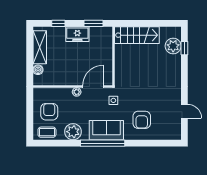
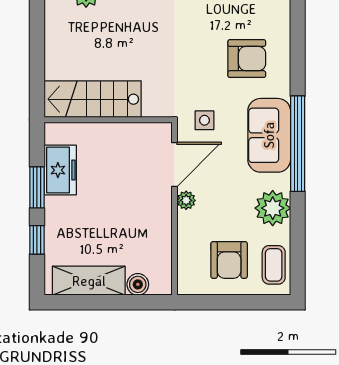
window: (94, 23) -> (37, 187), moved
freezer: (77, 34) -> (60, 170), moved
stairs: (137, 35) -> (93, 99), moved, turned -90
door: (93, 87) -> (174, 164), swing flipped
armchair: (49, 112) -> (229, 260), turned -90

